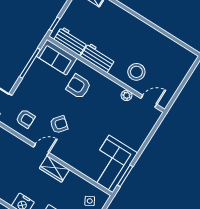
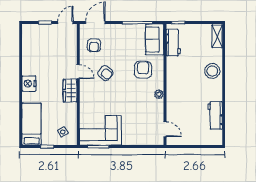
workbench: (98, 58) -> (215, 116), moved, turned 180
stool: (136, 72) -> (212, 71), moved
plant: (127, 95) -> (159, 94), moved

